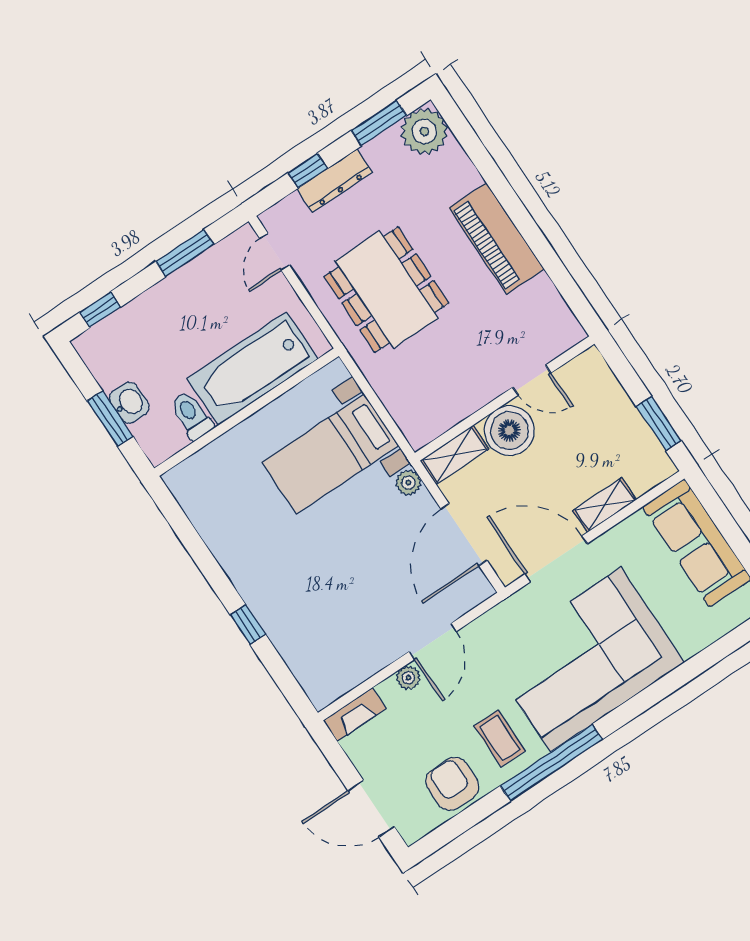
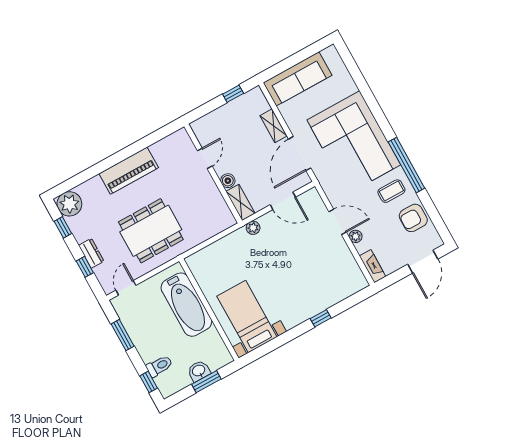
window: (379, 123) -> (63, 227), width x0.67
dresser: (334, 181) -> (91, 253), width x0.70
door: (275, 252) -> (126, 288), swing flipped
toilet: (191, 416) -> (159, 366), moved, turned 180
window: (659, 423) -> (233, 94), width x0.67
boiler: (509, 431) -> (228, 181), width x0.54, depth x0.54
bed with nightstands: (330, 454) -> (247, 317), moved, turned 180
door: (464, 535) -> (283, 201), width x0.73

